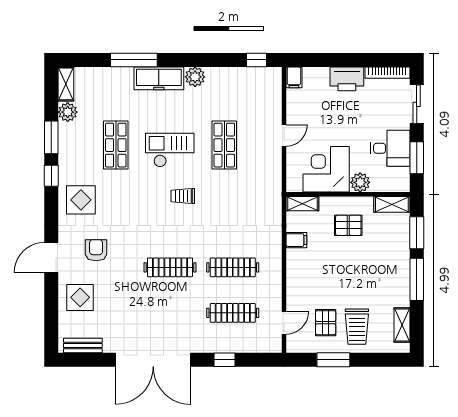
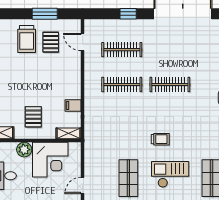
checkout: (170, 150) -> (170, 174), turned 180
pallet: (348, 225) -> (33, 117), turned 90
door: (284, 323) -> (83, 42), hinge flipped
trolley: (357, 327) -> (27, 39), turned 180

